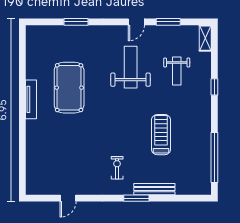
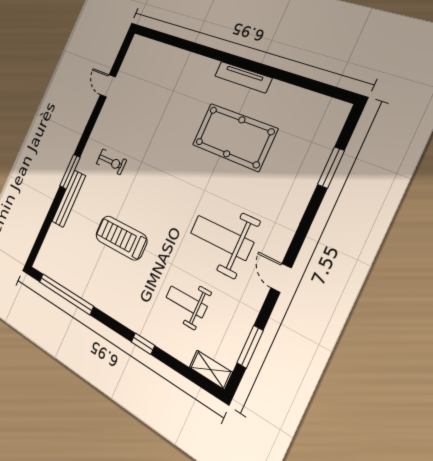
window: (76, 22) -> (331, 168), moved
window: (168, 22) -> (250, 347), moved
weight bench: (131, 67) -> (222, 238), turned 180
treadmill: (161, 135) -> (121, 238), turned 180

